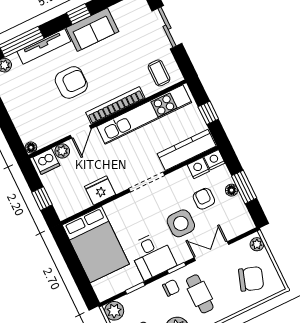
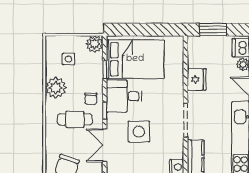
window: (42, 199) -> (213, 30), width x1.50
armchair: (204, 199) -> (150, 160), removed
bed: (96, 244) -> (135, 59), moved, turned 180
double door: (211, 251) -> (105, 145), swing flipped

